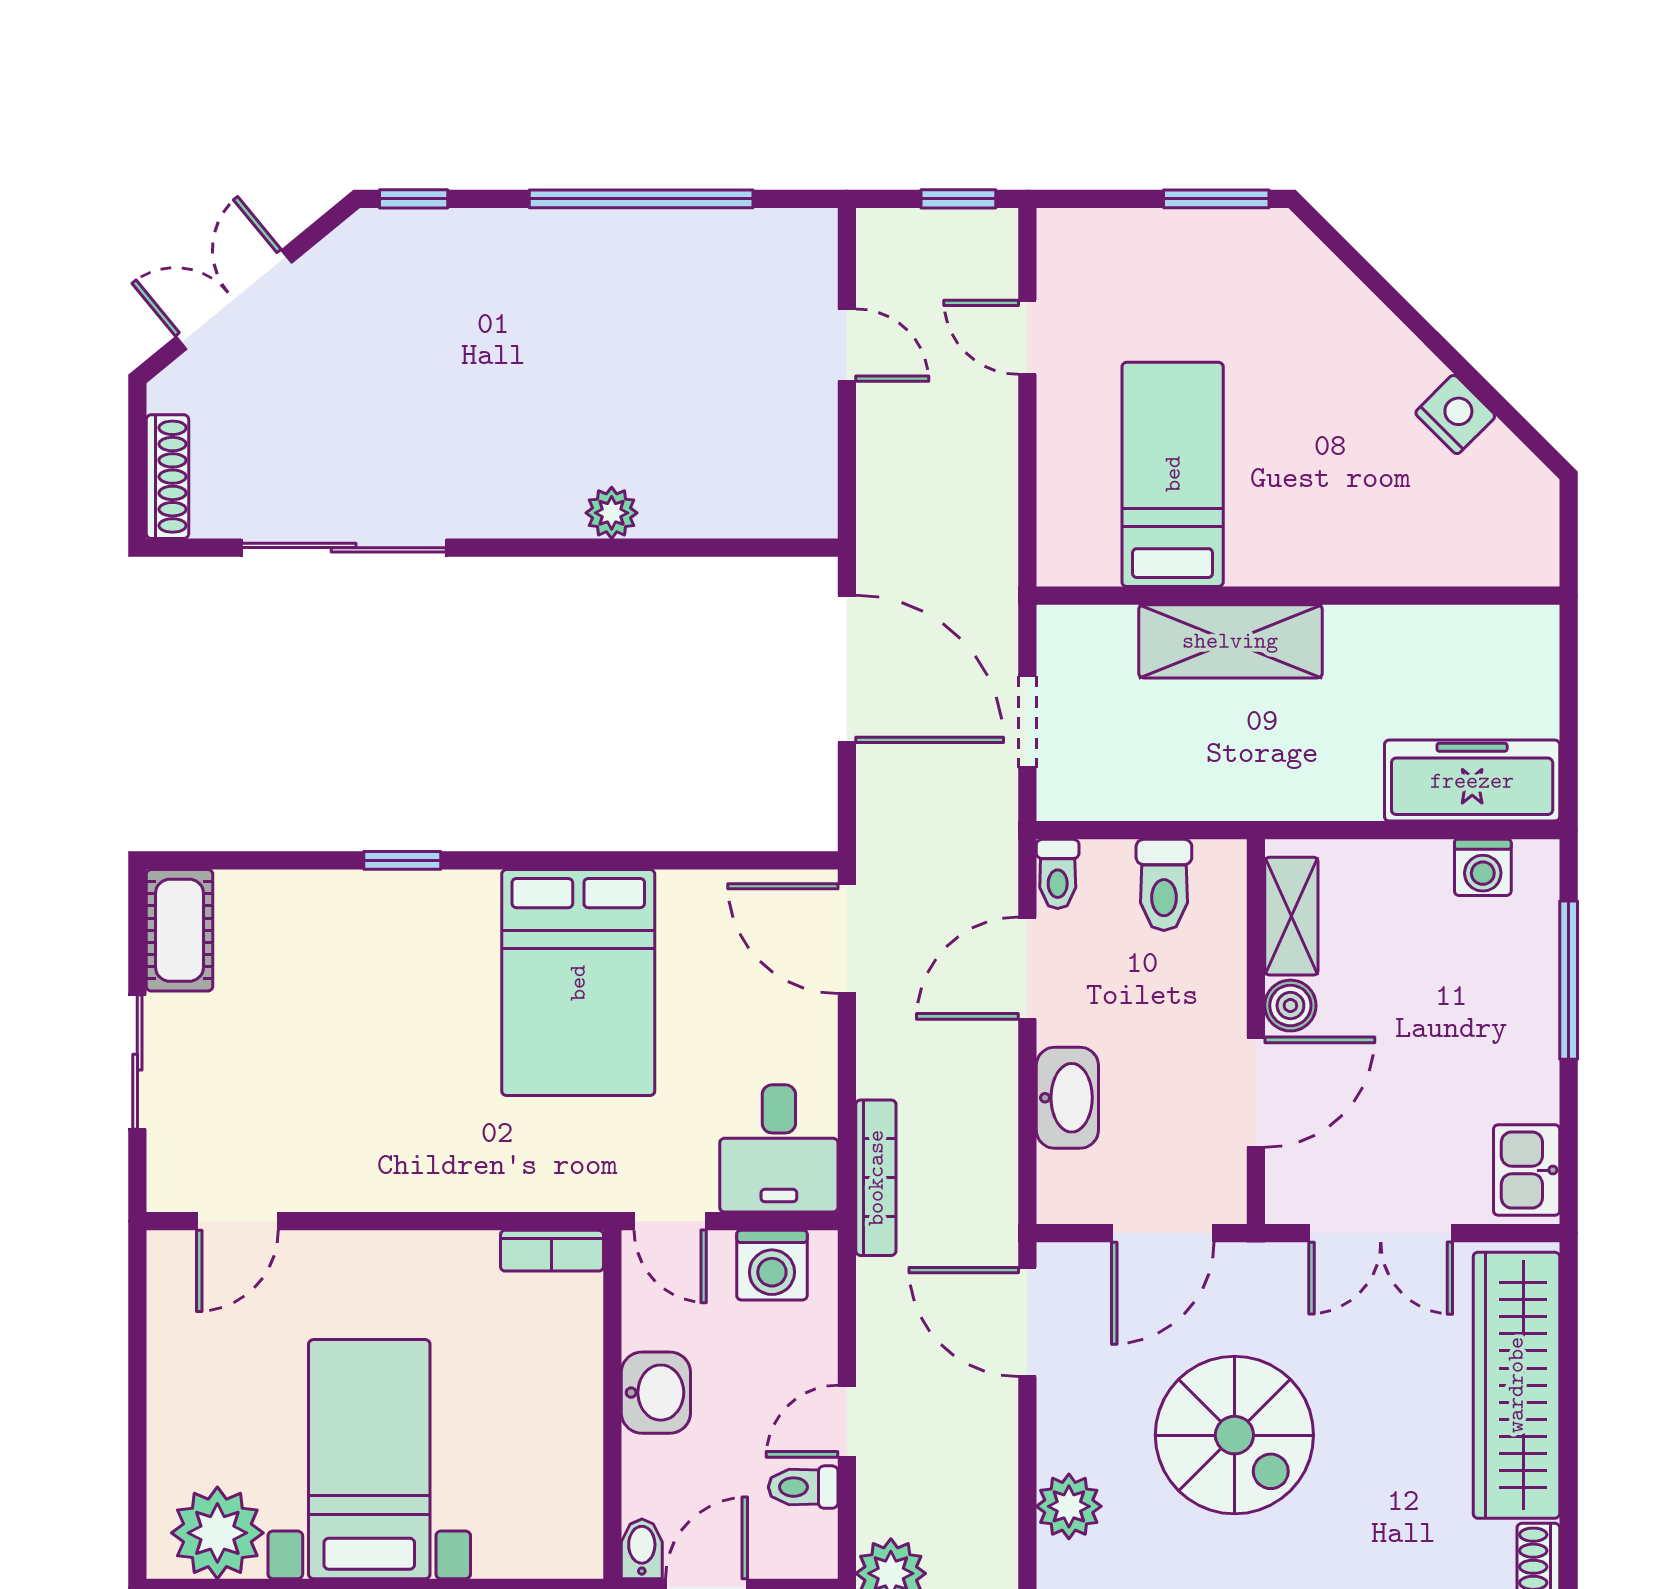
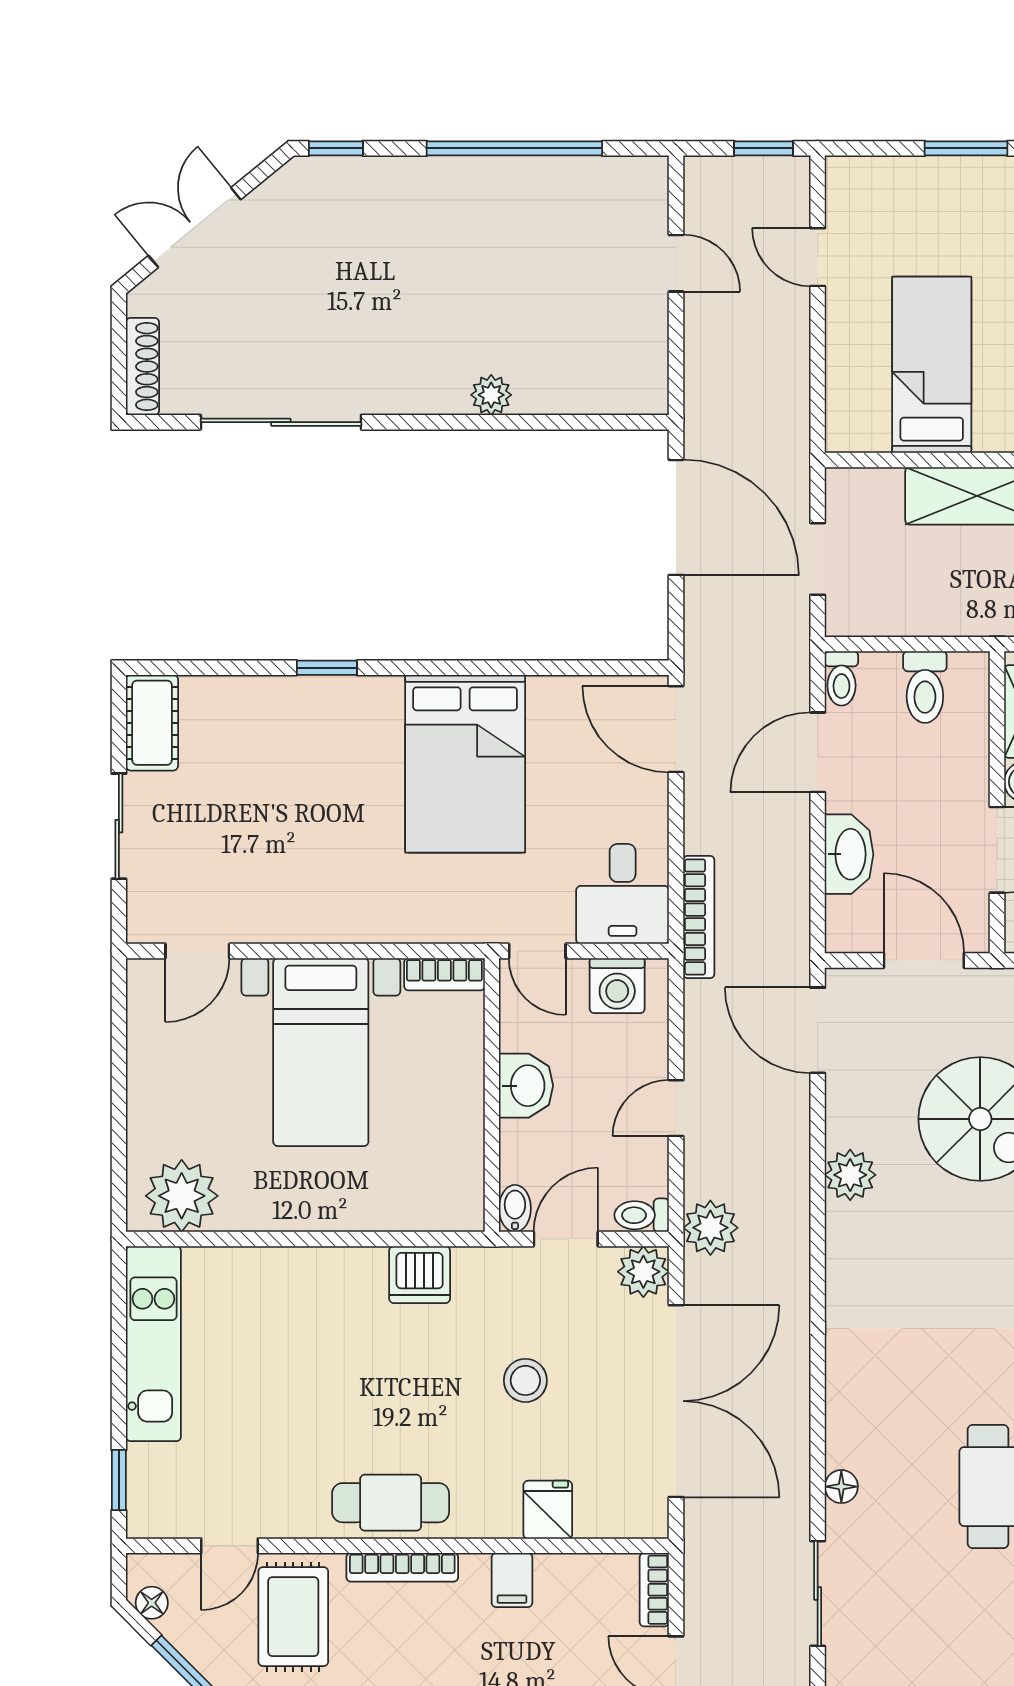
door: (1163, 1233) -> (924, 960), swing flipped
bed with nightstands: (369, 1459) -> (321, 1052), moved, turned 180
toilet: (803, 1487) -> (642, 1215), moved

